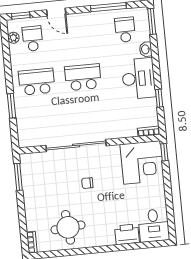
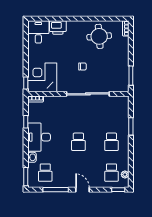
door: (56, 12) -> (82, 190), moved
school desk: (83, 77) -> (78, 142), width x0.54
school desk: (37, 82) -> (111, 142), width x0.54

